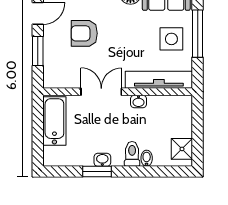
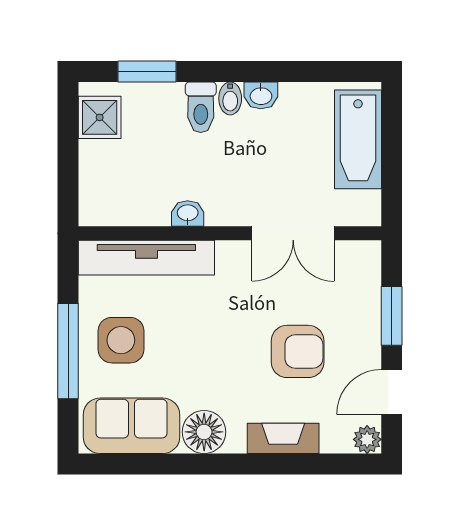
double door: (101, 92) -> (293, 233), moved
bathtub: (54, 121) -> (358, 139), moved
bidet: (147, 158) -> (230, 98), moved
window: (97, 172) -> (147, 72), moved

